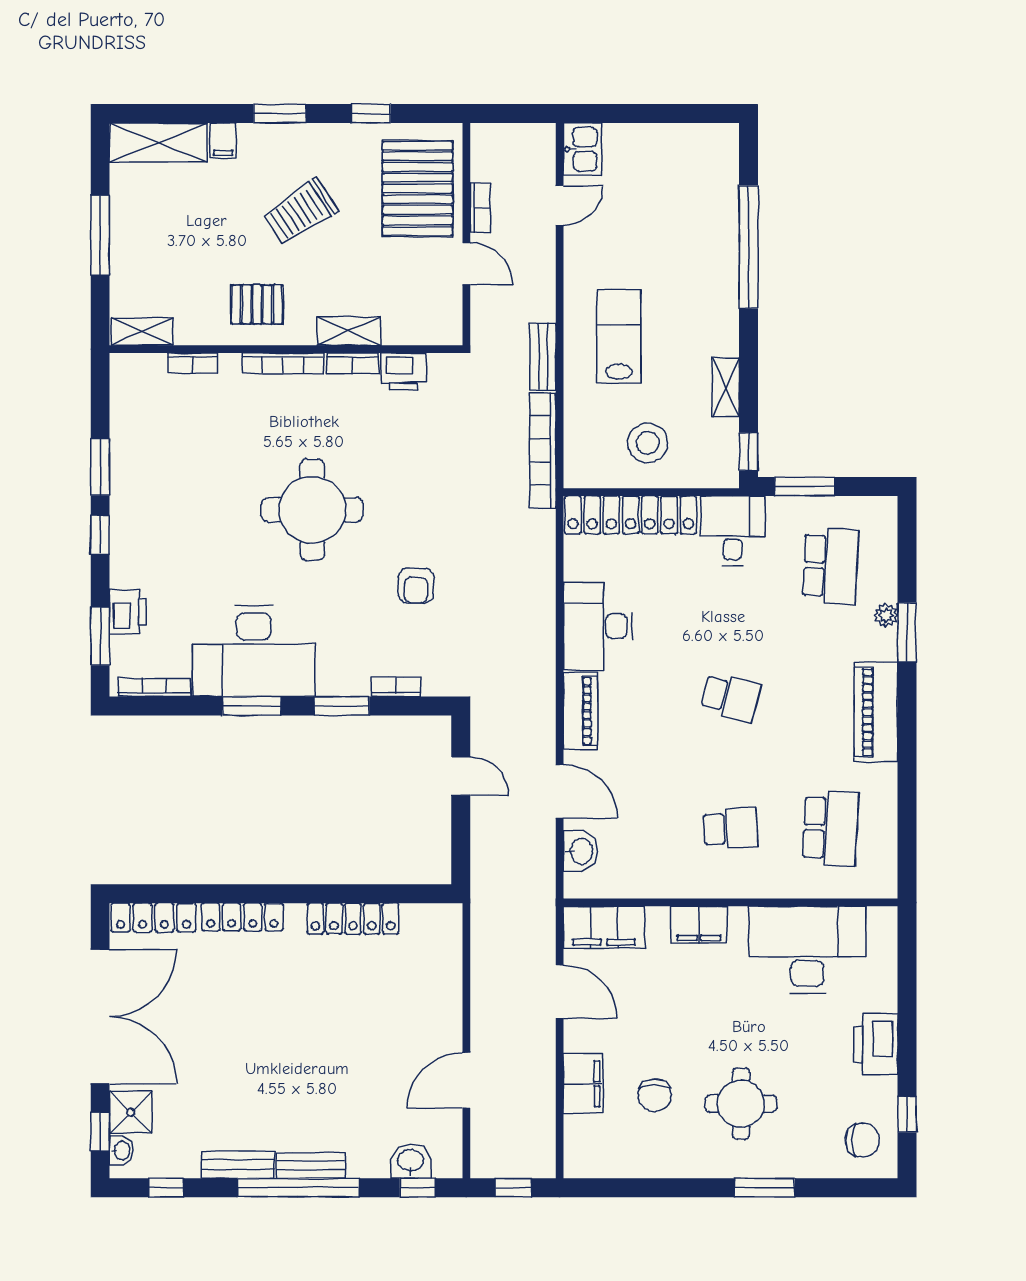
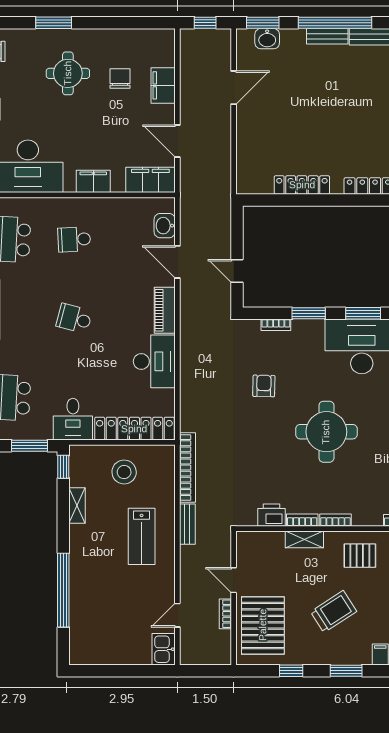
bookcase: (283, 363) -> (335, 520), width x0.64
window: (418, 1188) -> (263, 23), width x1.50

